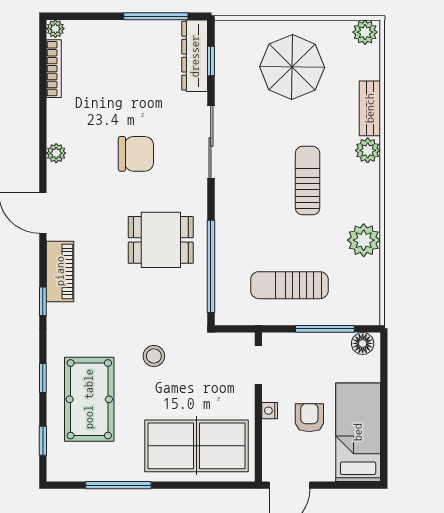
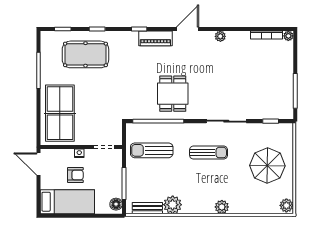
dresser: (195, 56) -> (274, 112), removed
bench: (370, 108) -> (147, 208), moved
chair: (136, 154) -> (220, 80), removed
sun lounger: (308, 181) -> (209, 153), moved
sun lounger: (289, 285) -> (152, 150), moved, turned -90
stool: (154, 356) -> (109, 90), removed

